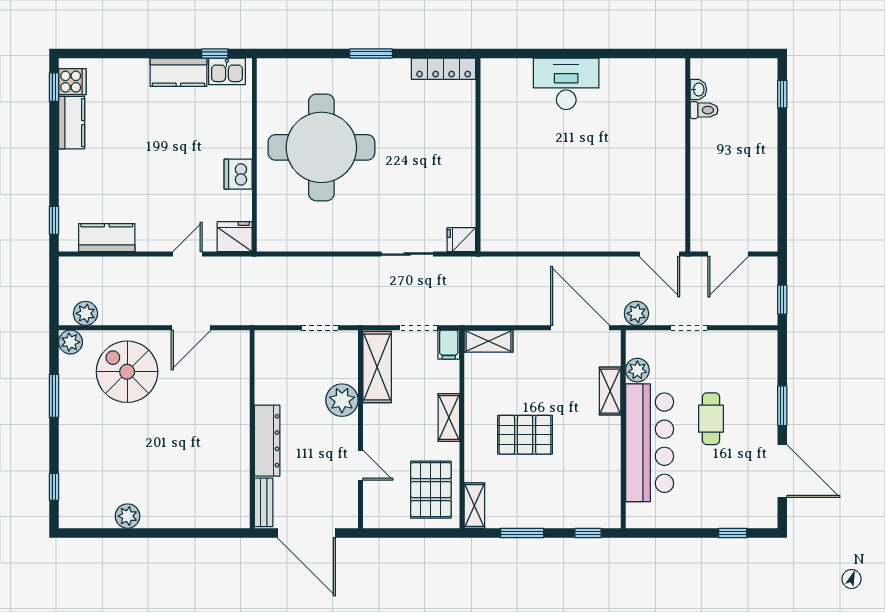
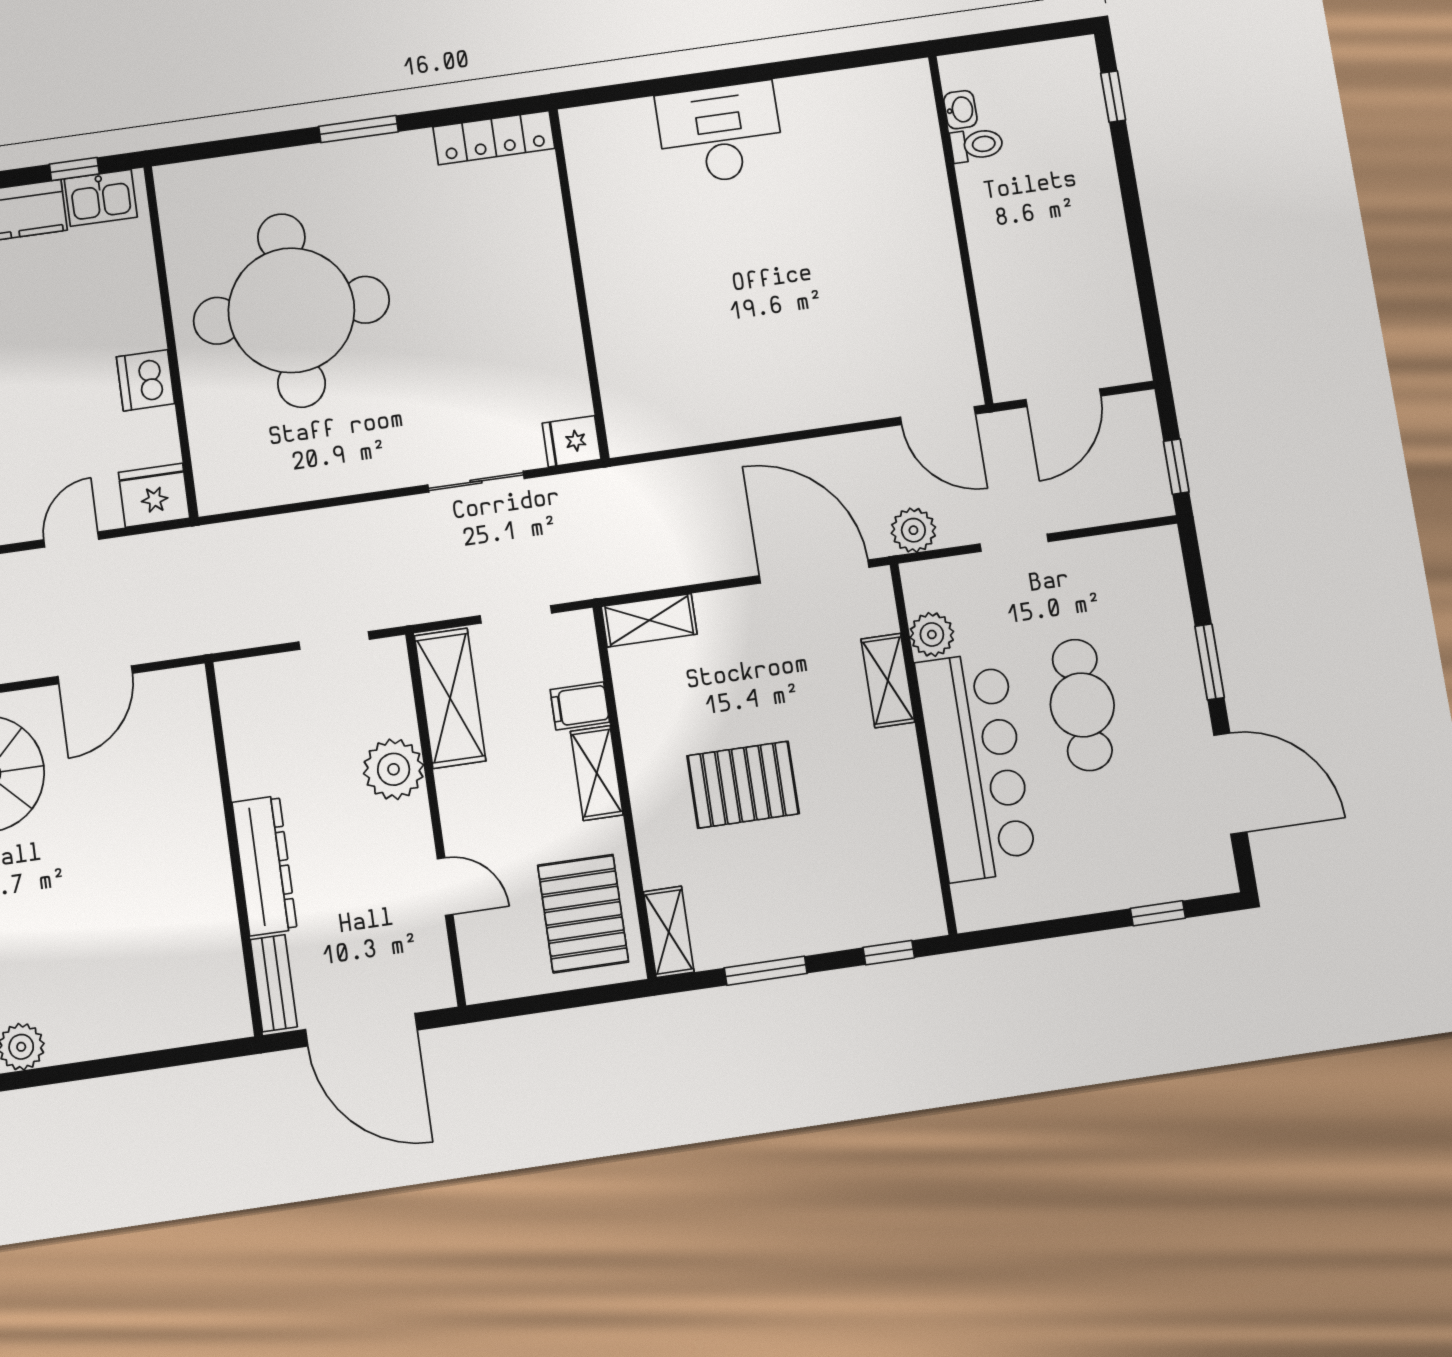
filing cabinet: (449, 345) -> (580, 706), moved, turned 90
cafe table: (711, 419) -> (1082, 705), width x1.37, depth x1.35

